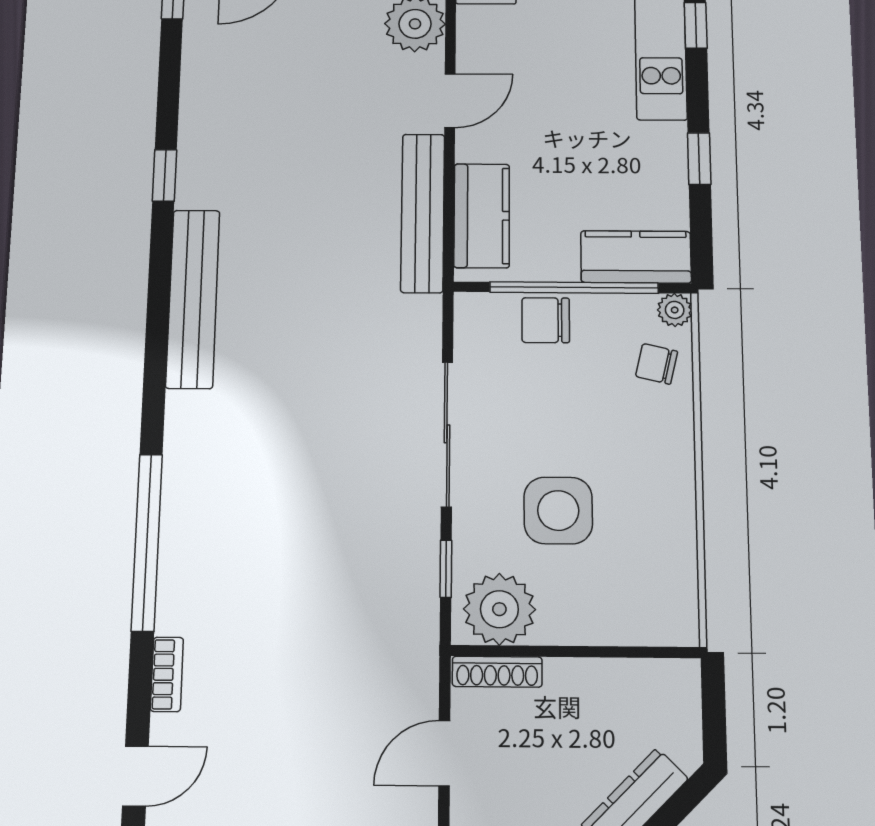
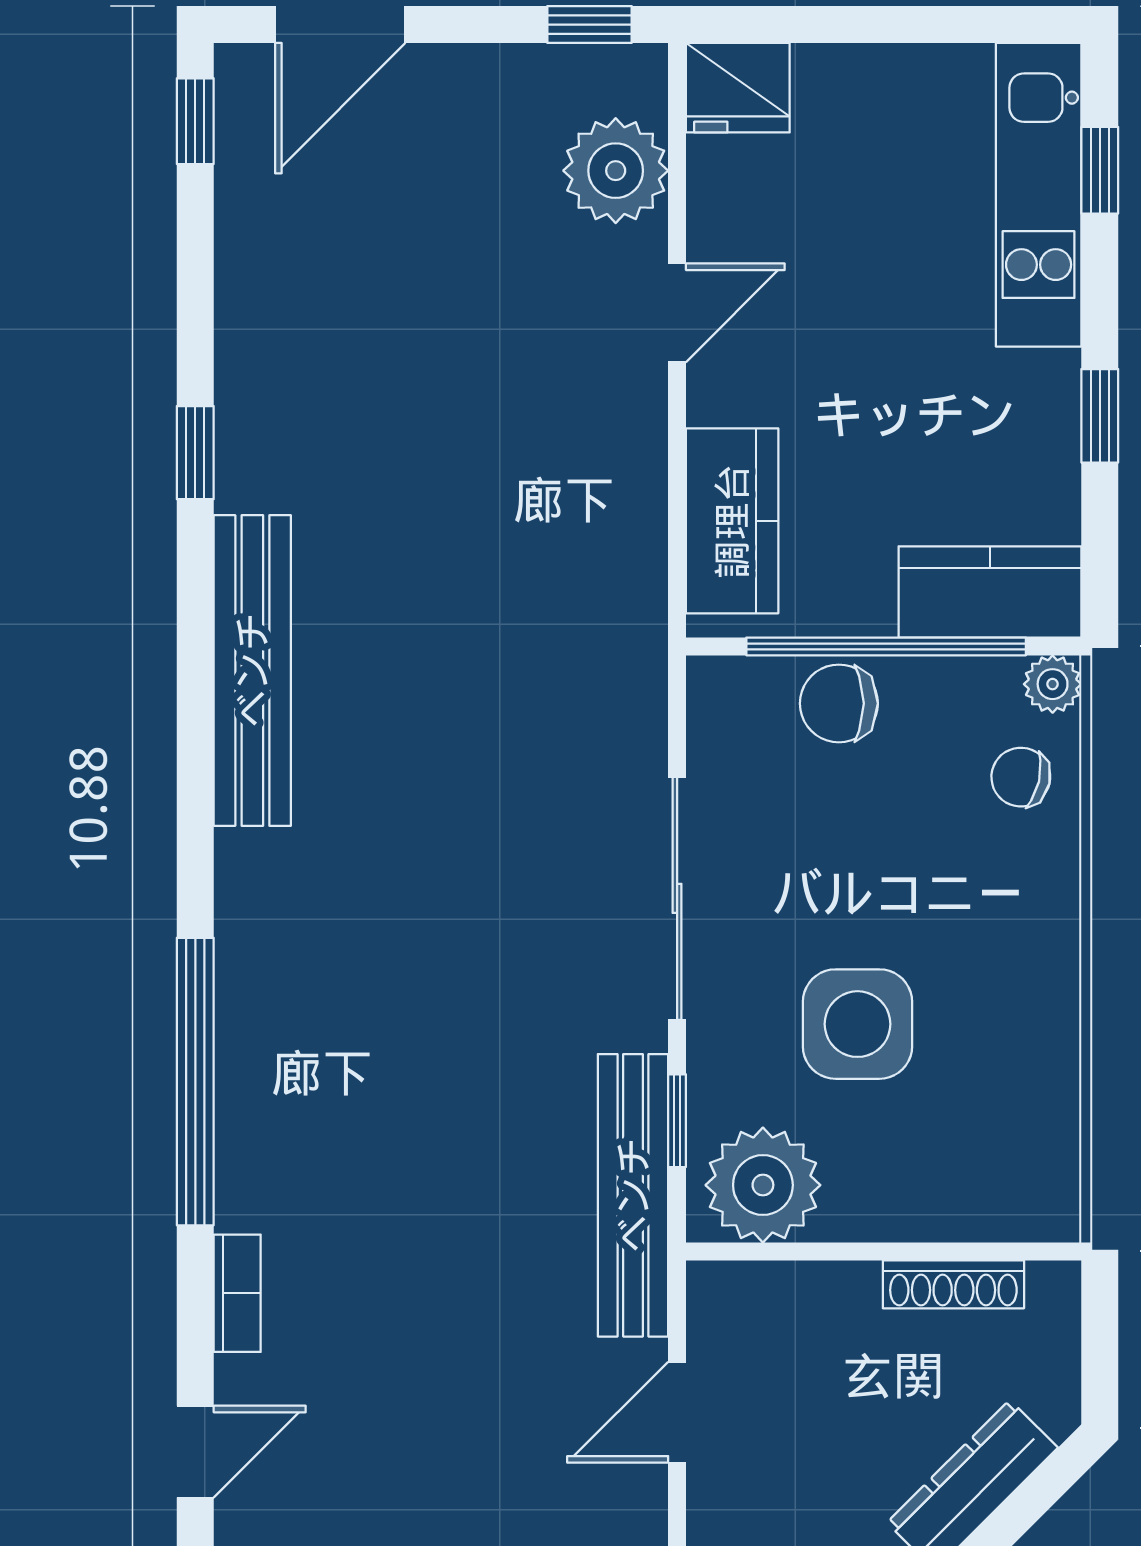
bench: (423, 213) -> (633, 1195), moved
shoe rack: (497, 672) -> (953, 1284), moved

